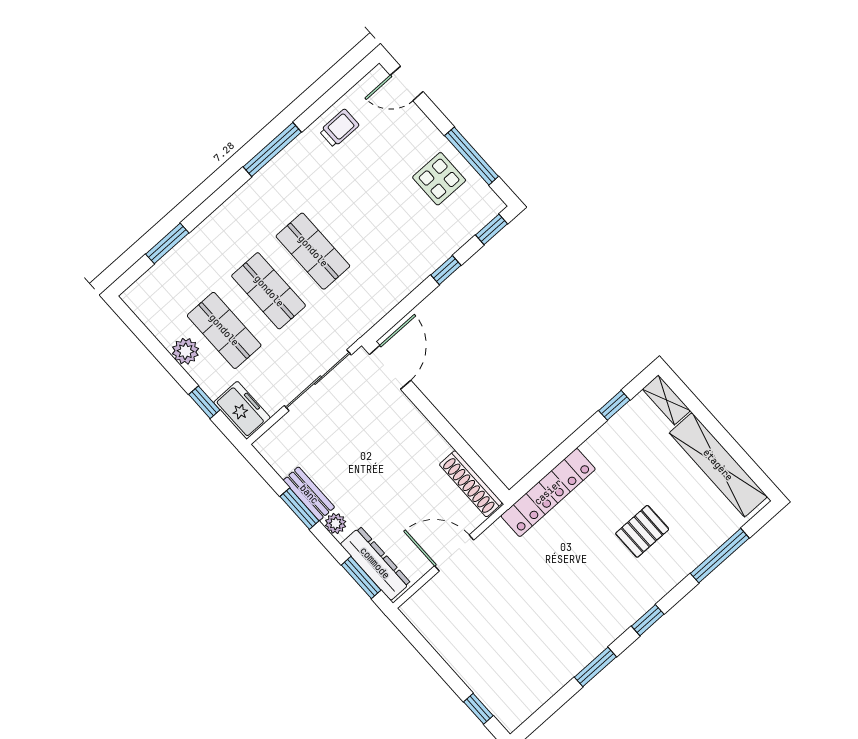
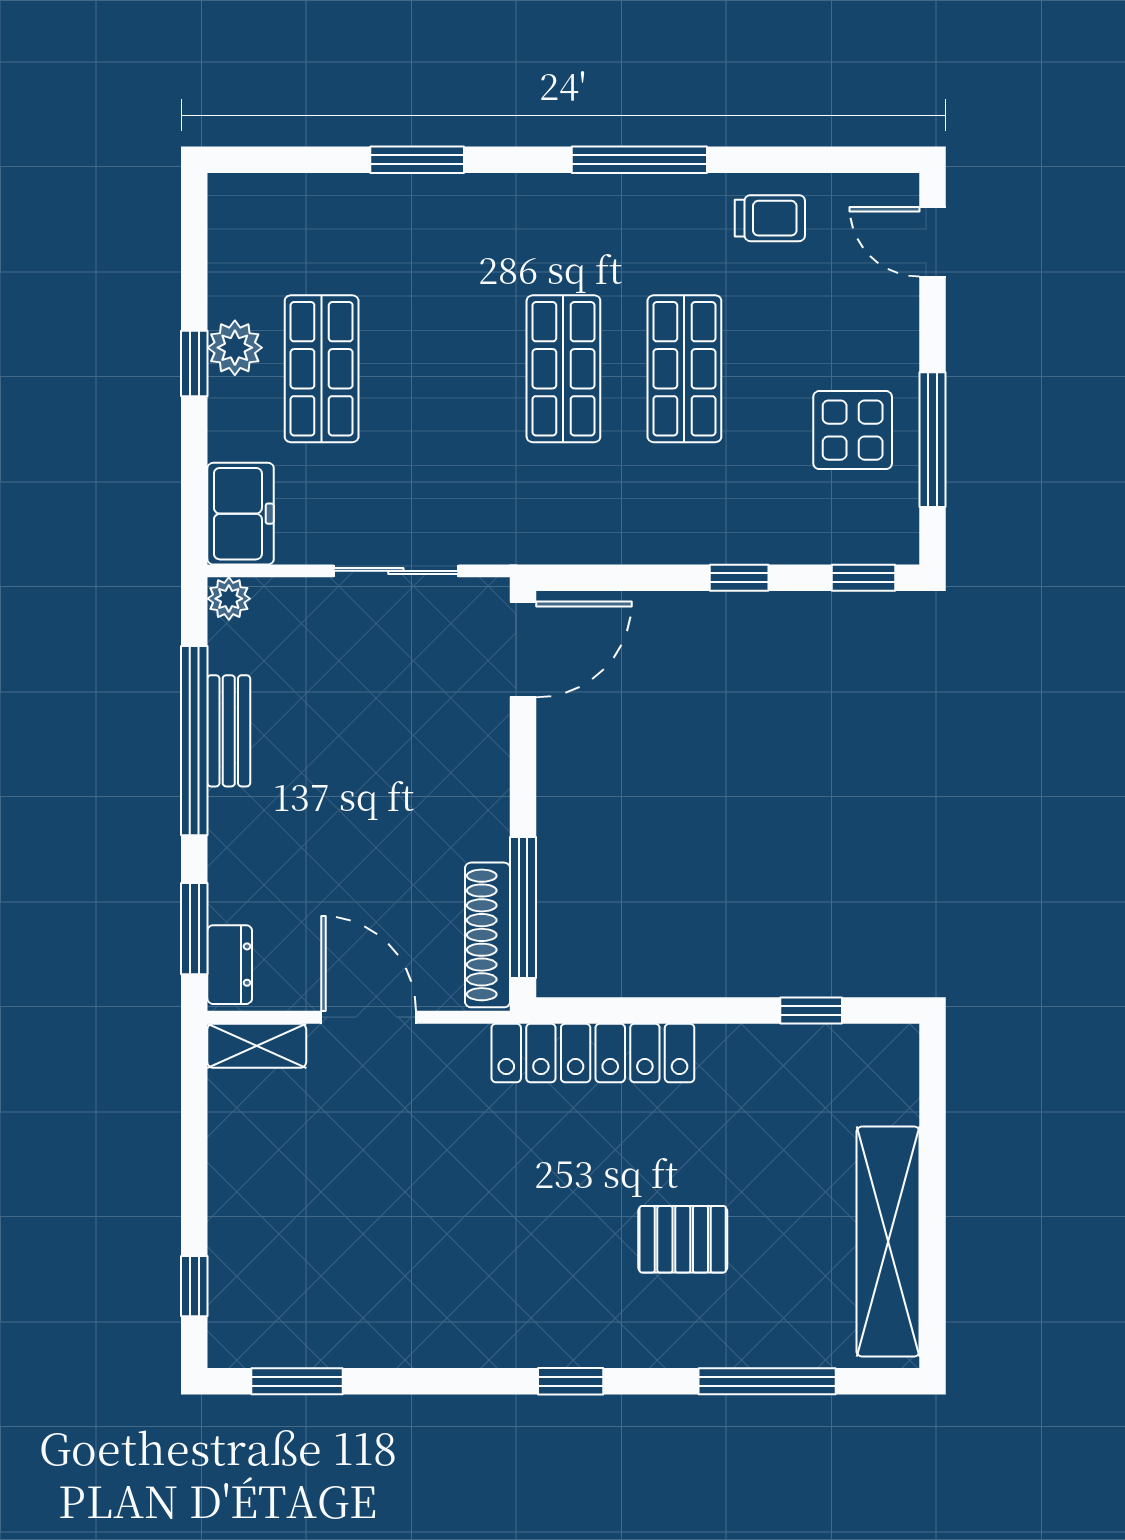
window: (167, 243) -> (417, 160), moved
shop shelf: (269, 291) -> (684, 369), moved
sliding door: (318, 380) -> (396, 571), width x0.73
shelving: (666, 400) -> (257, 1046), moved, turned 90
window: (204, 402) -> (194, 364), moved
window: (475, 462) -> (523, 908), added
window: (299, 509) -> (194, 741), width x2.11
plant: (336, 524) -> (229, 599), moved
dresser: (375, 563) -> (230, 965), width x0.51, depth x0.80
window: (595, 667) -> (297, 1381), moved

